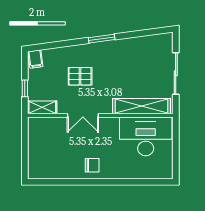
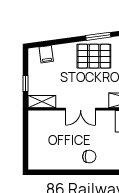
filing cabinet: (35, 59) -> (46, 54), moved
pallet: (80, 76) -> (94, 56), moved, width x1.50, depth x1.42

